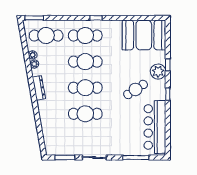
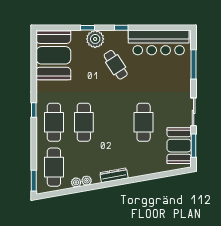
cafe table: (85, 88) -> (114, 122), removed
booth: (65, 145) -> (179, 146), added

